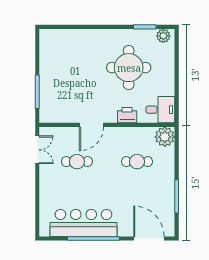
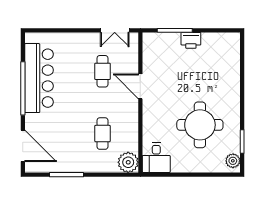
printer: (127, 115) -> (191, 40), moved, turned 90
door: (149, 238) -> (23, 146), hinge flipped

